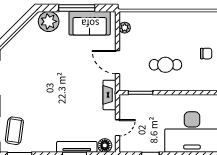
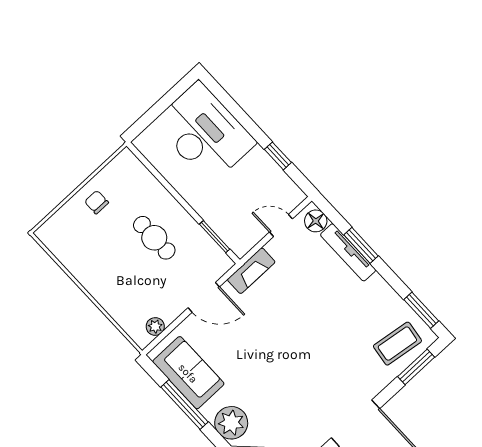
door: (117, 62) -> (204, 297), hinge flipped

